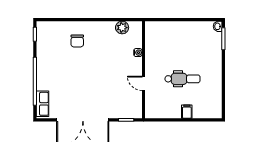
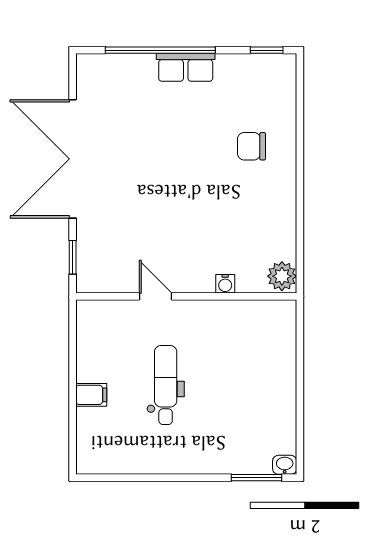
plant: (122, 28) -> (282, 276), moved
dental chair: (182, 79) -> (166, 385), turned 180
door: (143, 83) -> (155, 296), hinge flipped
row of seats: (42, 104) -> (186, 67), moved

